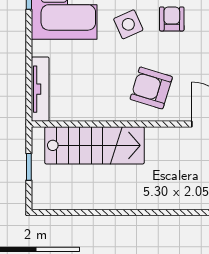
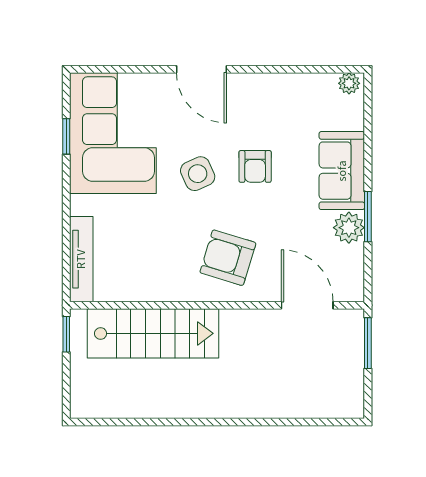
armchair: (172, 19) -> (255, 166), turned 180
window: (29, 167) -> (66, 334), moved

